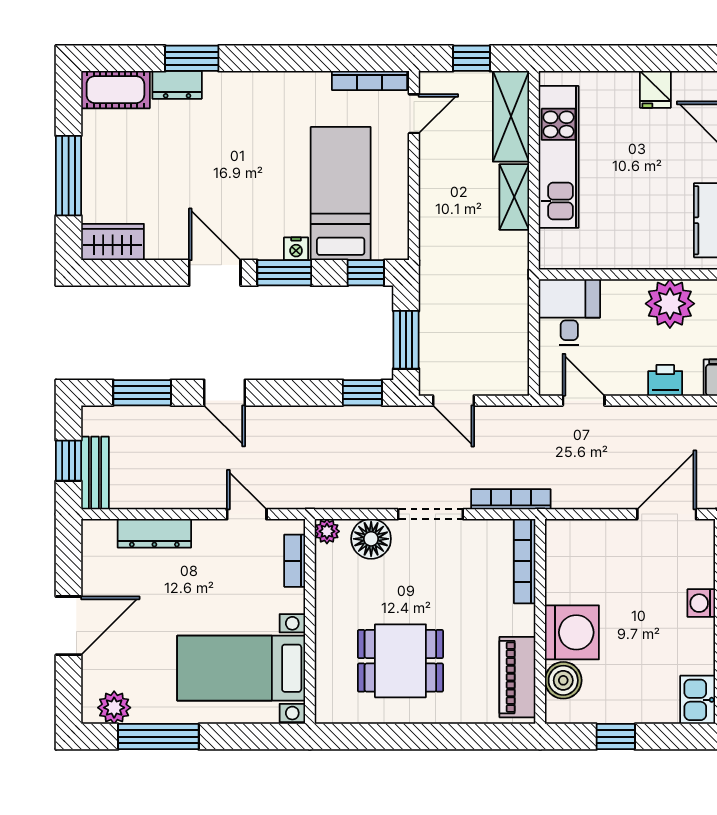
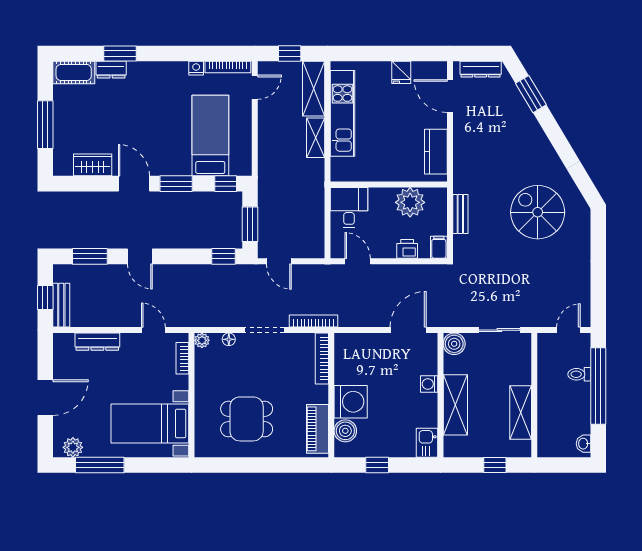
wardrobe: (113, 242) -> (93, 165), moved
nightstand: (296, 249) -> (196, 68), moved, turned 180
floor lamp: (371, 539) -> (229, 339), width x0.53, depth x0.53

